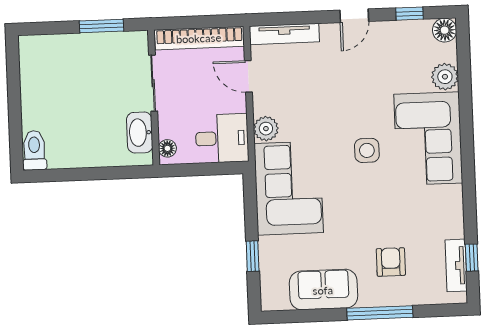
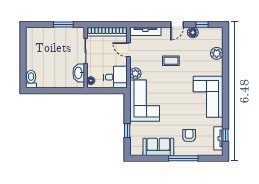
floor lamp: (445, 30) -> (193, 33), moved
coffee table: (344, 97) -> (171, 61), added
corner sofa: (428, 139) -> (208, 97), moved
side table: (367, 150) -> (180, 85), removed

